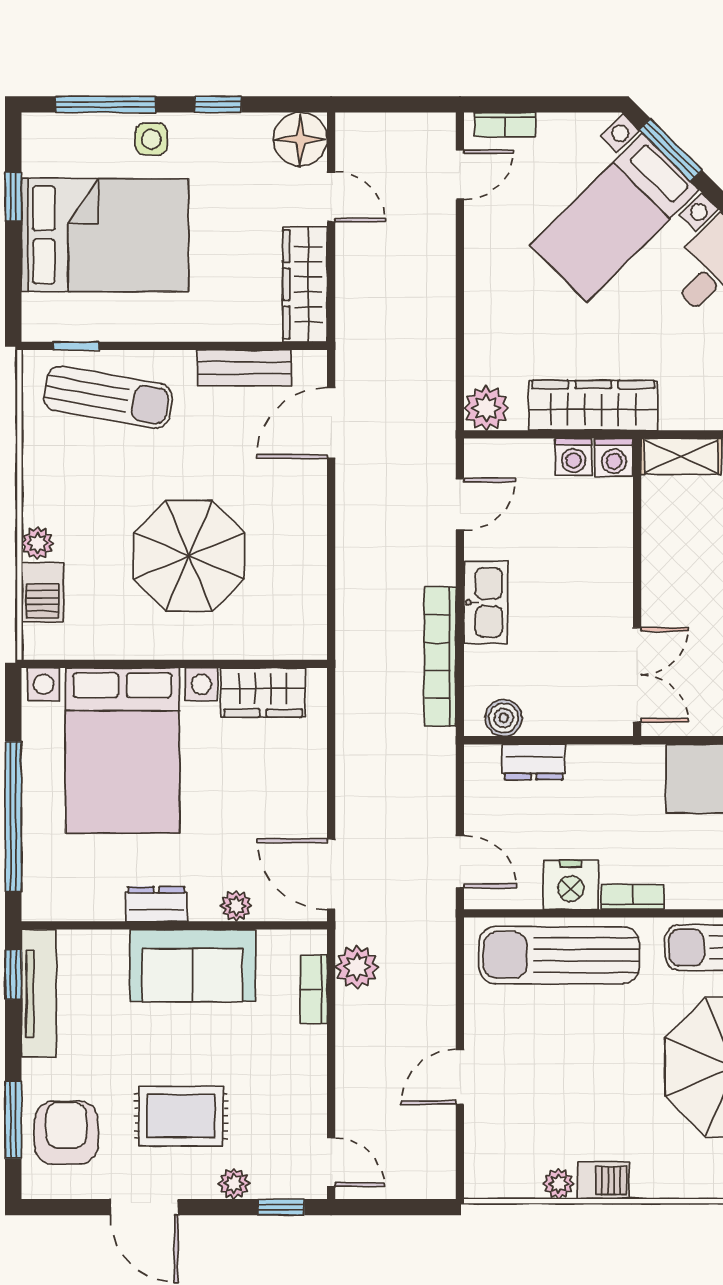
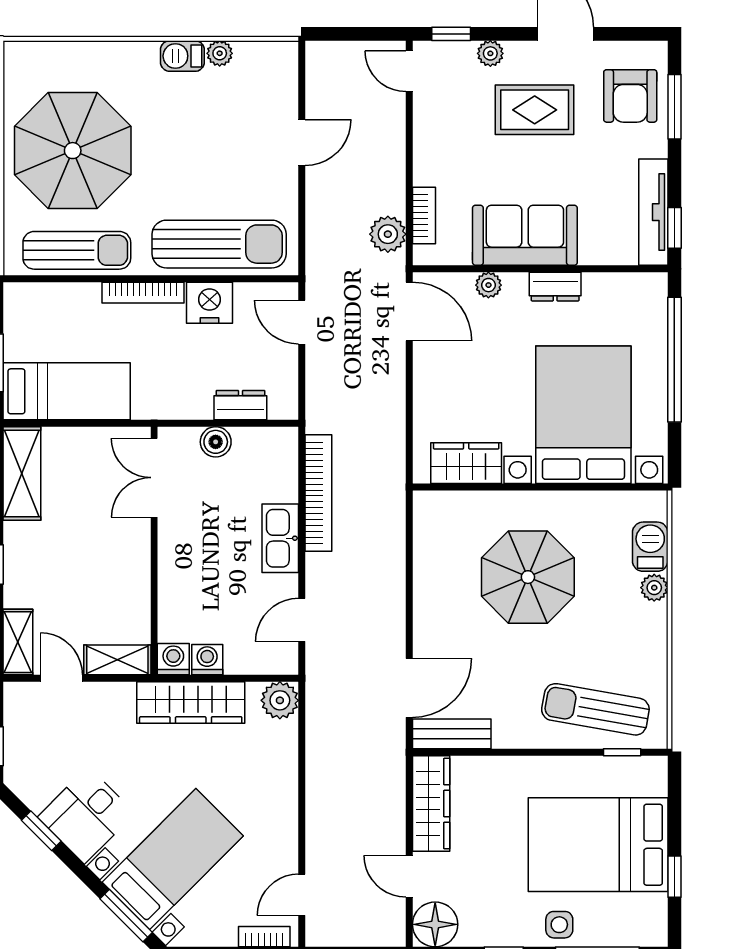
bench: (244, 368) -> (452, 734), moved
boiler: (504, 718) -> (216, 442), moved
bookcase: (633, 897) -> (143, 293), width x1.56

